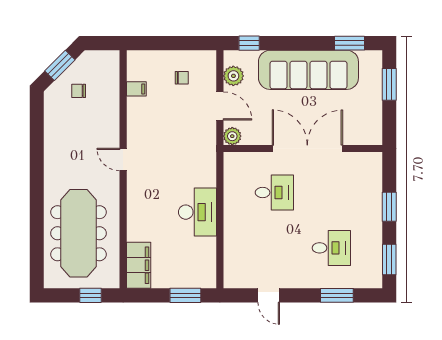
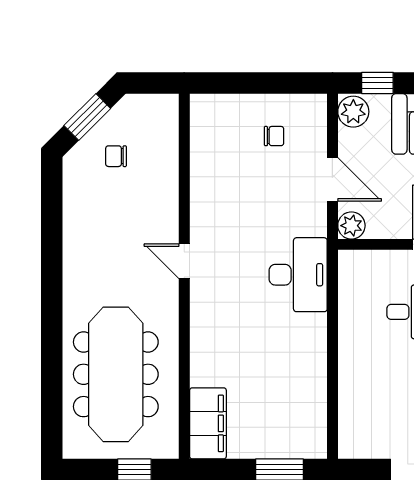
plant: (233, 76) -> (353, 112), moved
filing cabinet: (136, 89) -> (204, 153), removed
desk: (197, 212) -> (298, 275), moved

